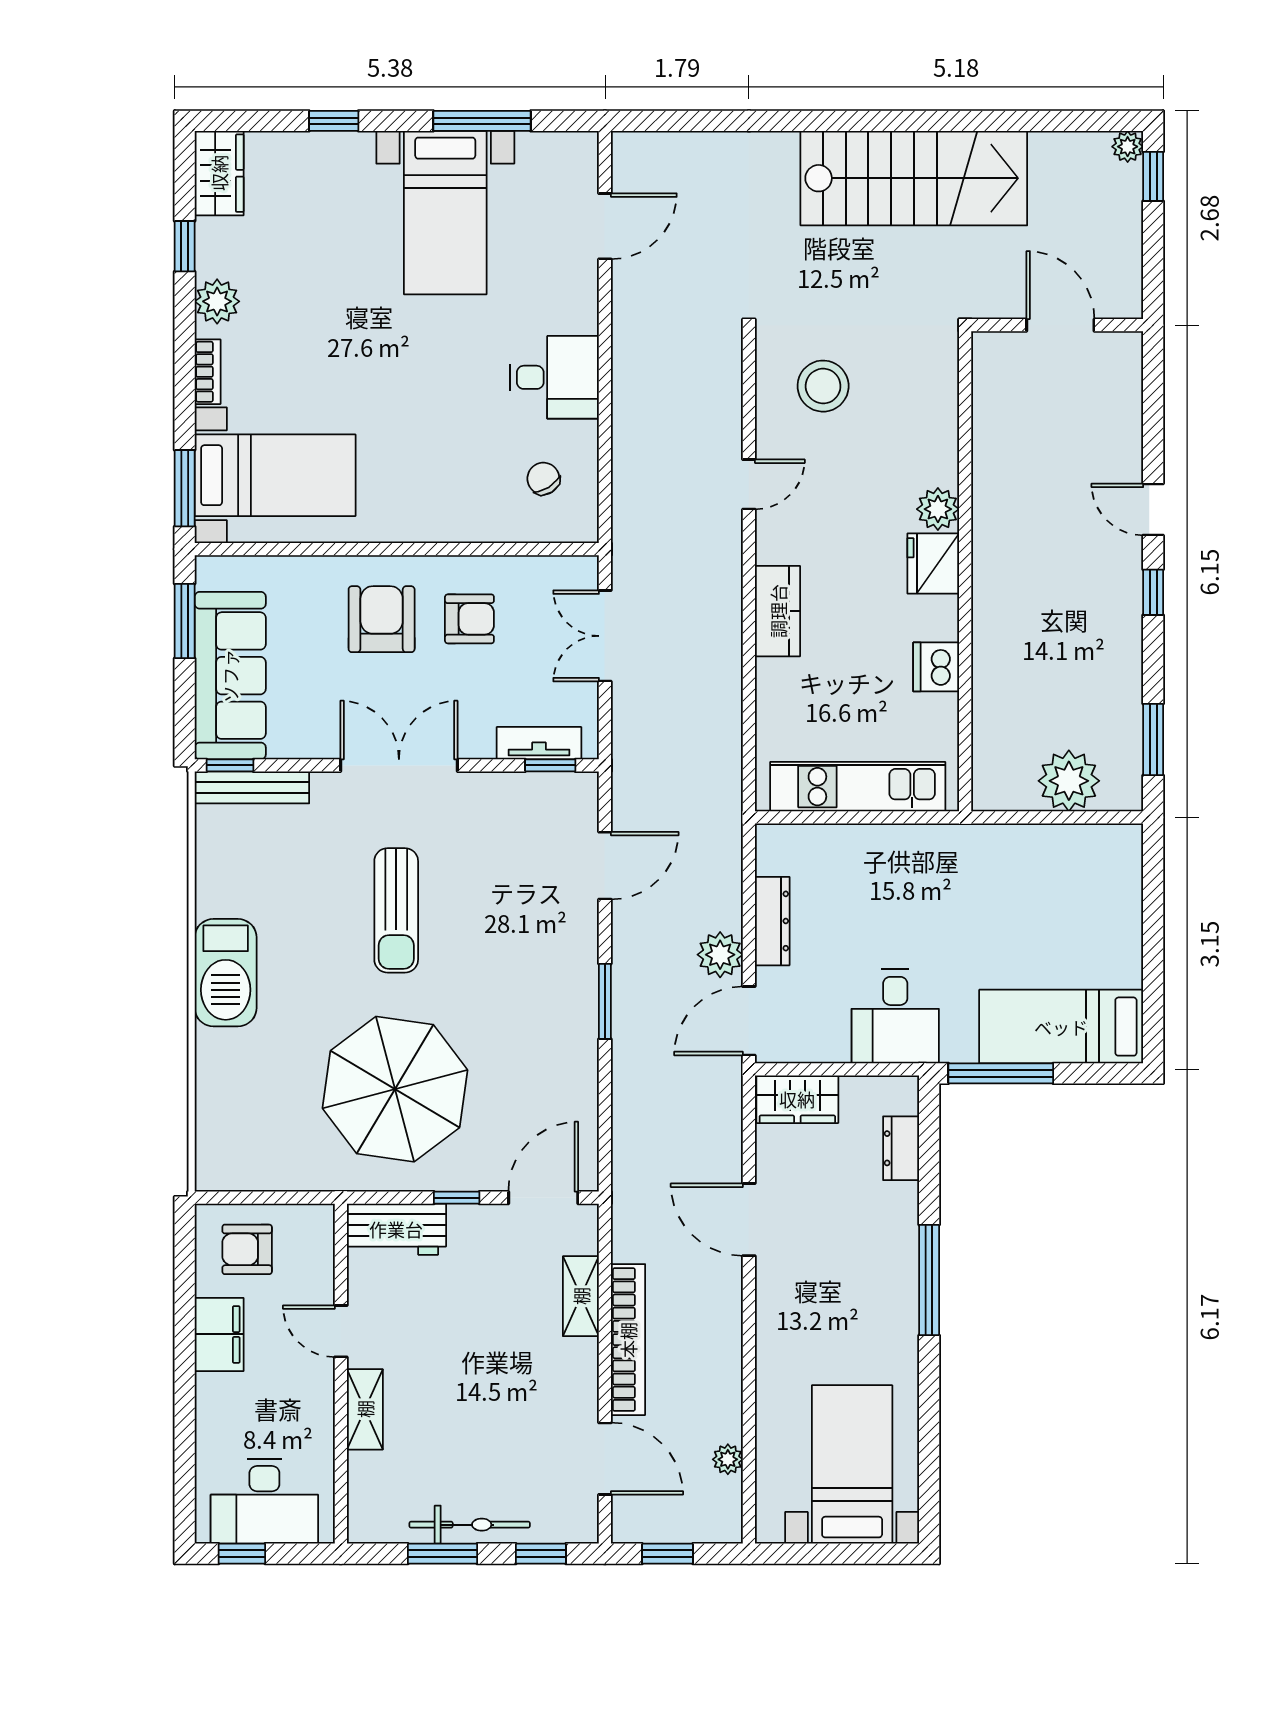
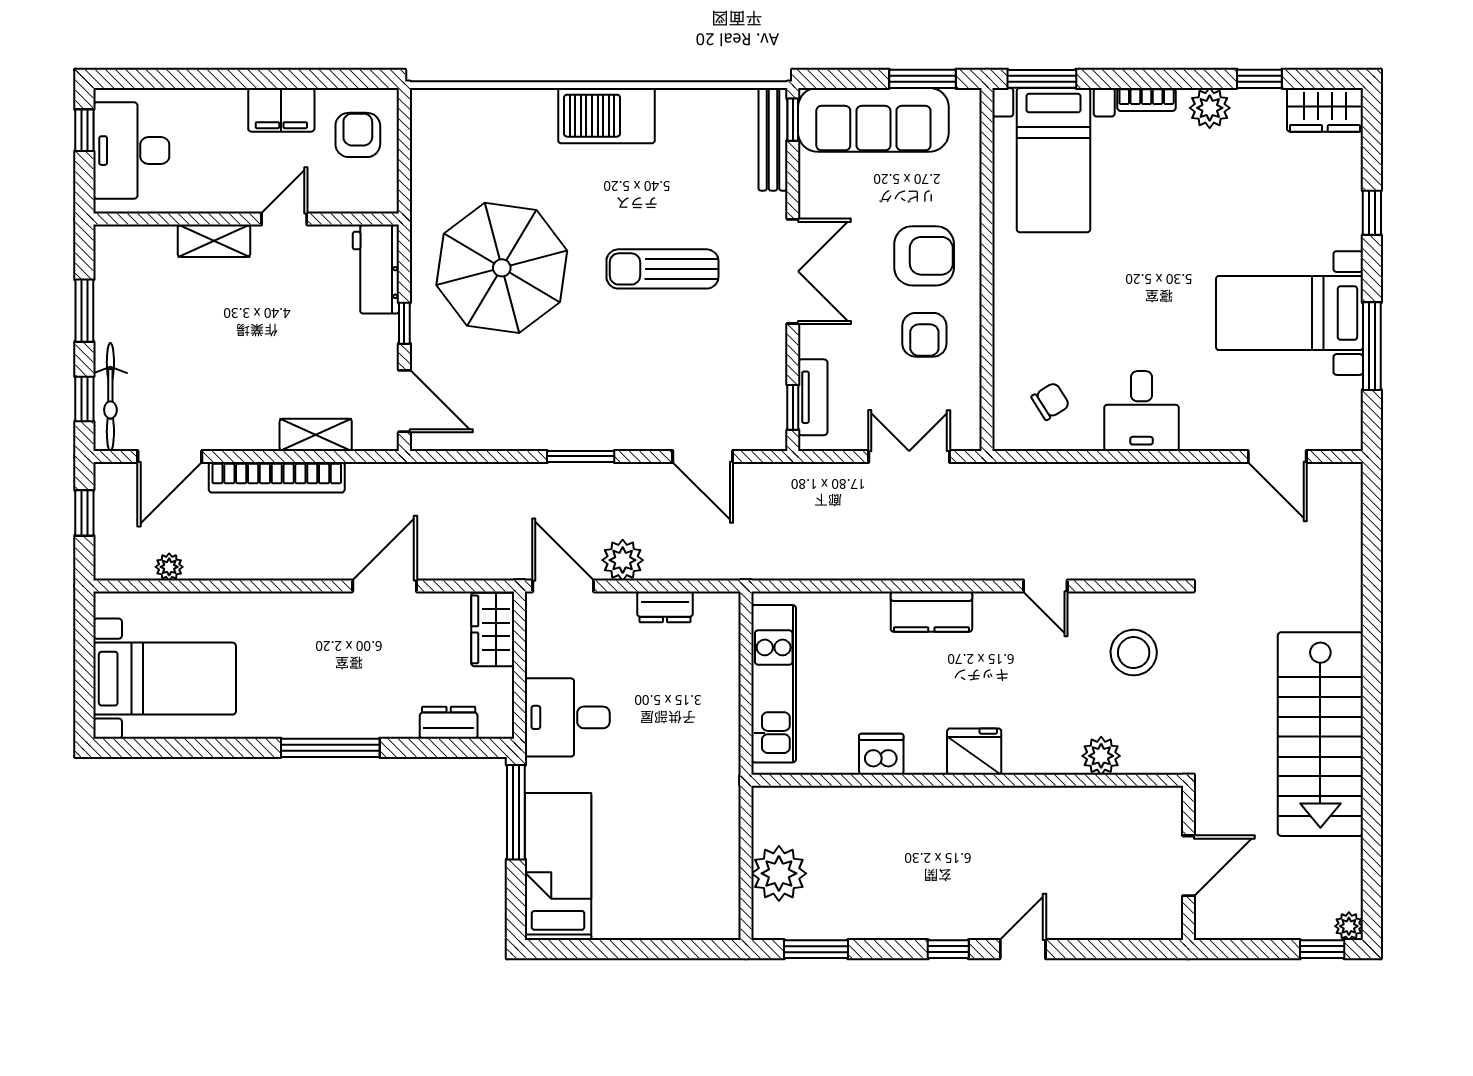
plant: (938, 509) -> (1101, 756), moved
dresser: (772, 921) -> (665, 607), width x0.70
bicycle: (470, 1525) -> (110, 397), moved

